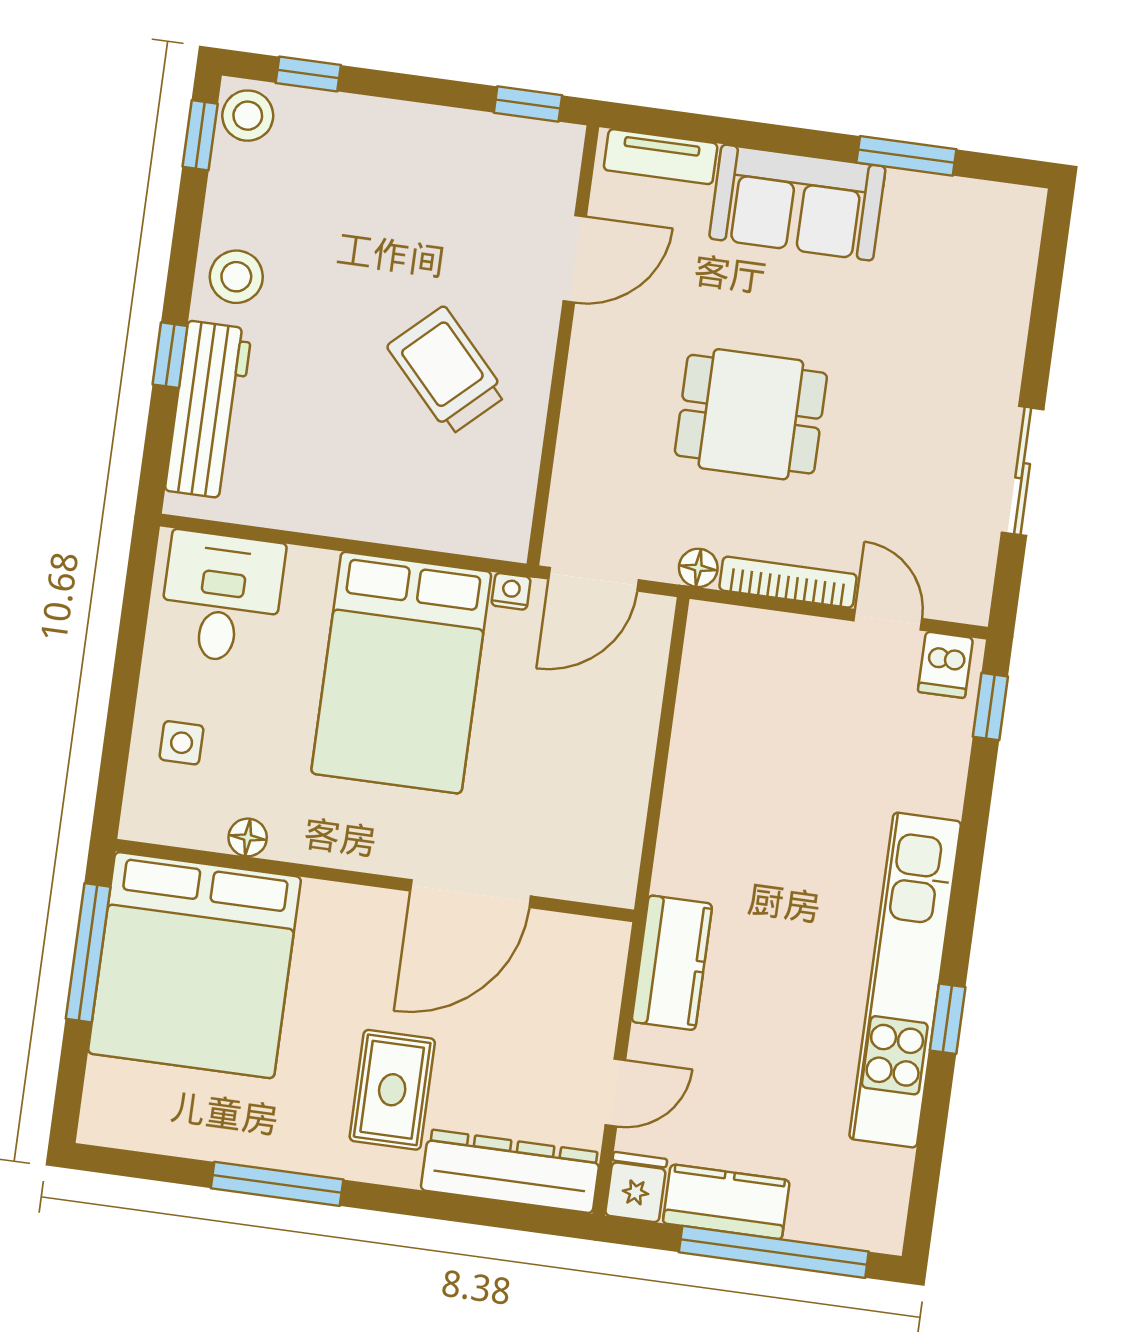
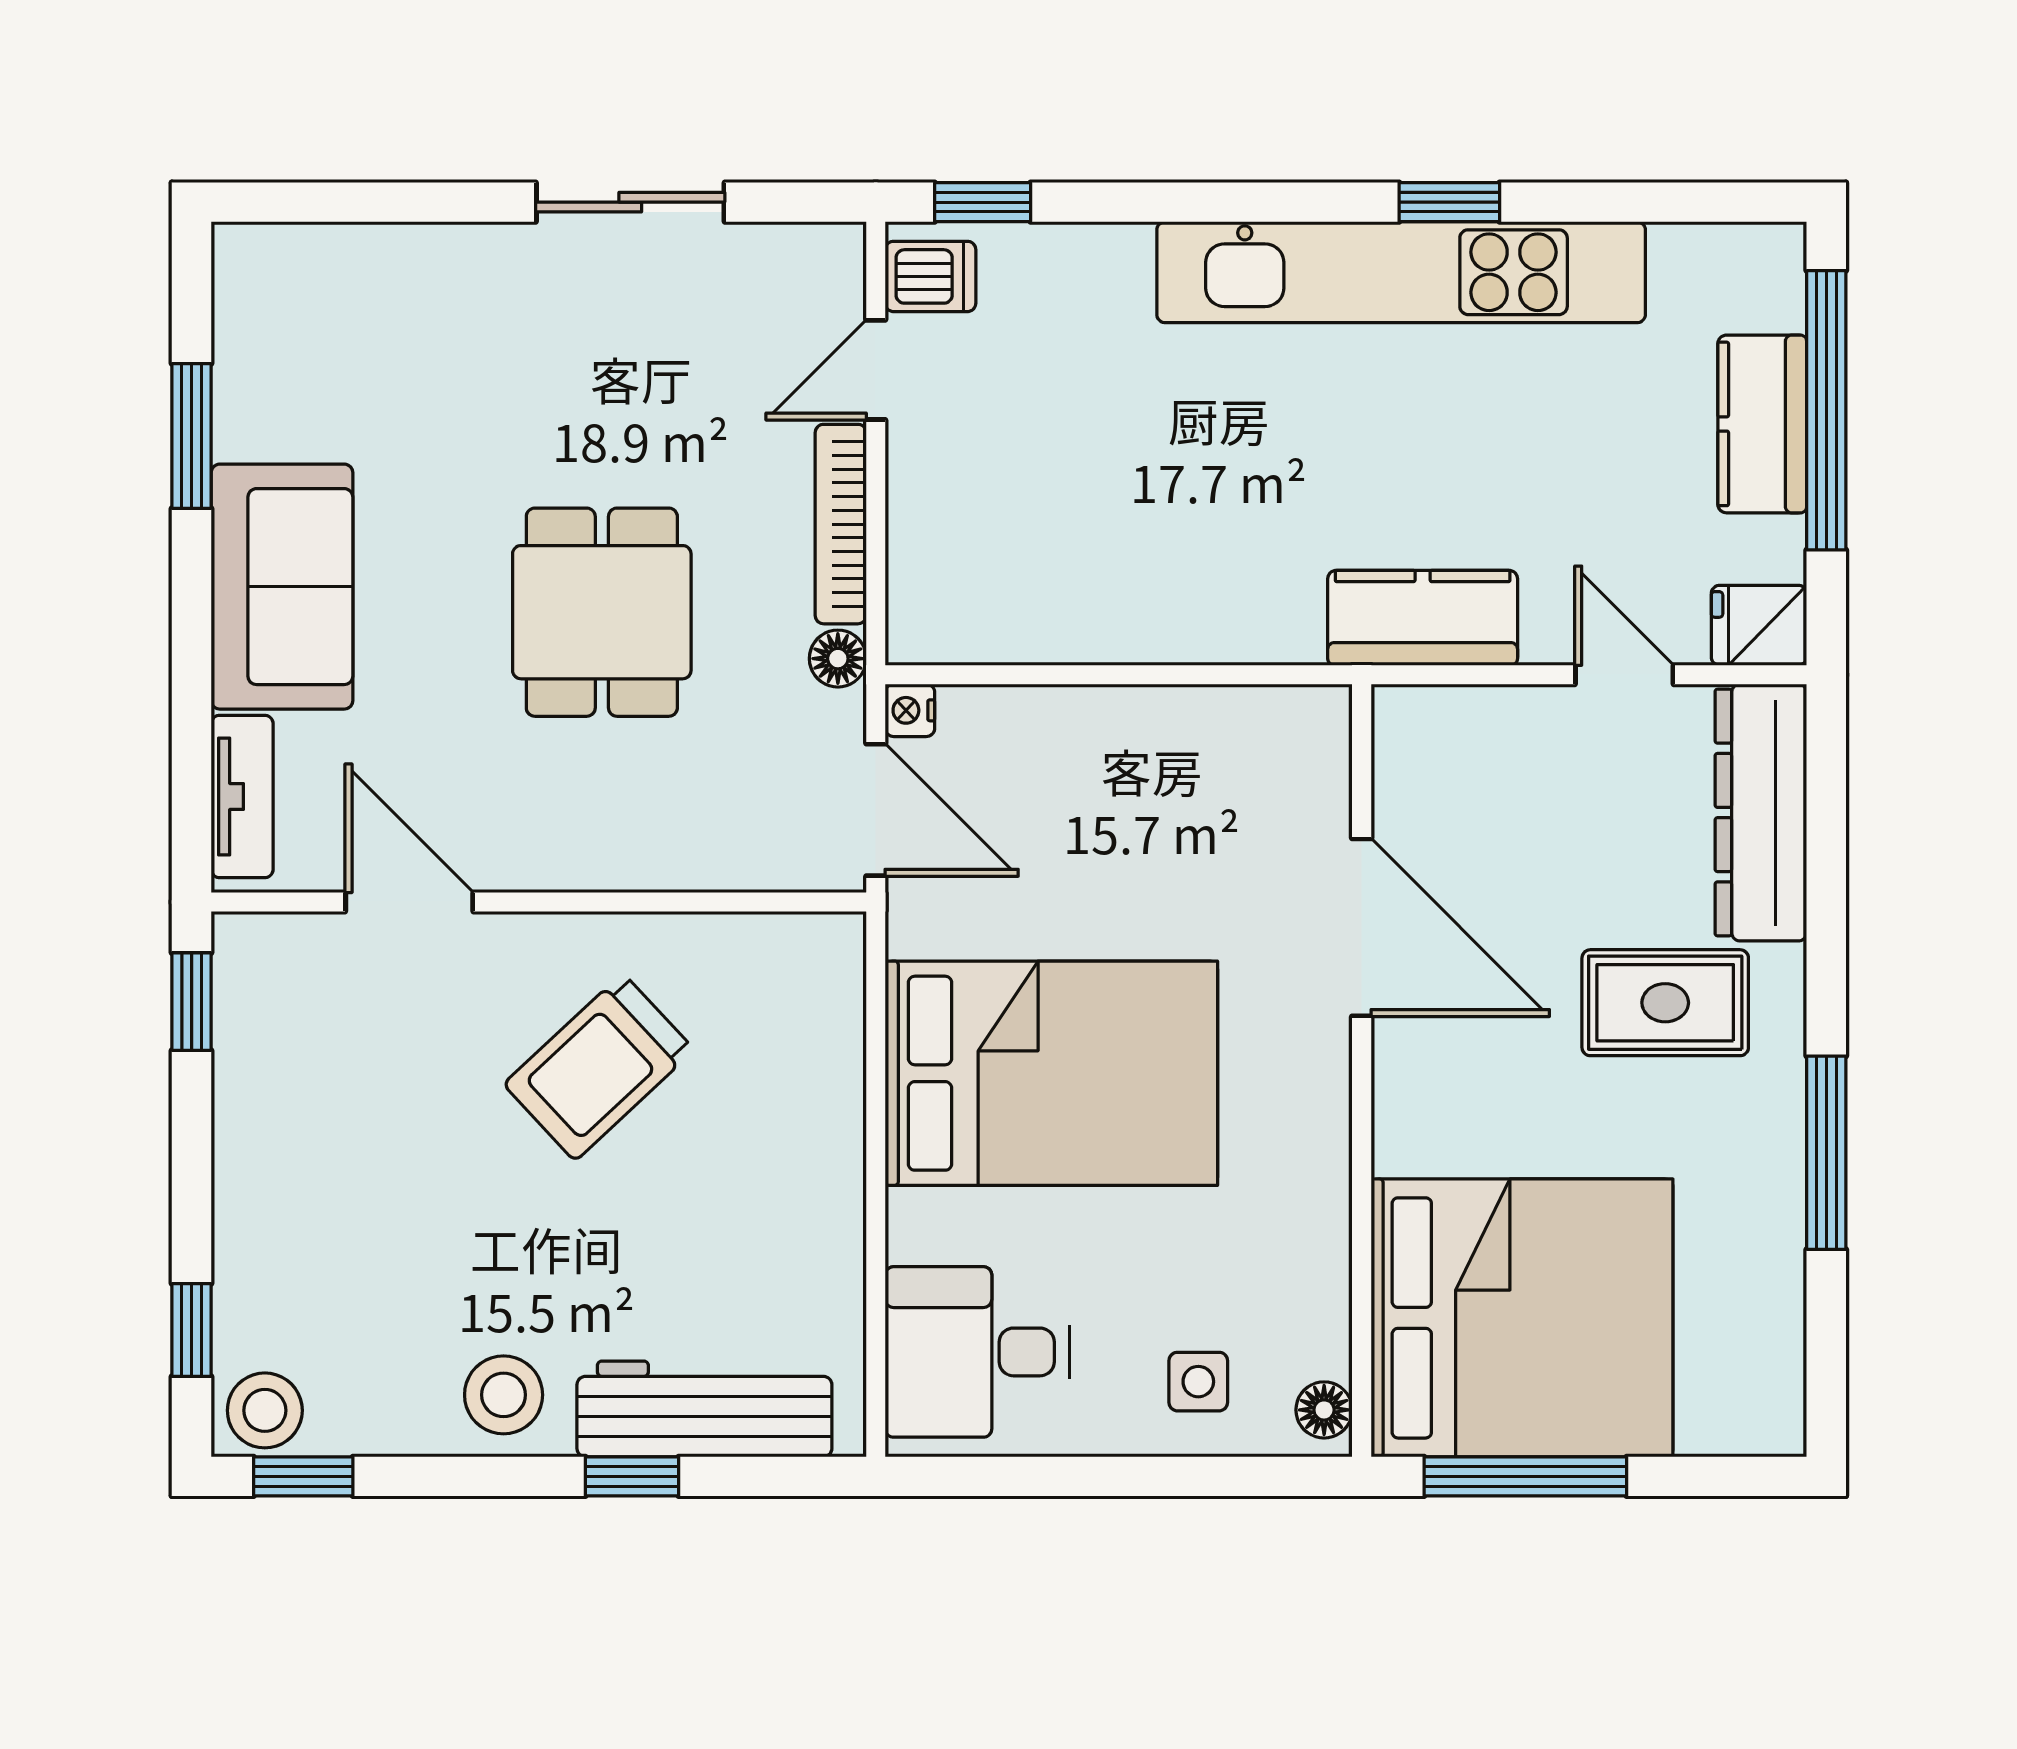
nightstand: (511, 591) -> (910, 710), moved
floor lamp: (248, 837) -> (1324, 1410), moved
kitchen counter: (726, 1202) -> (1762, 424), moved

